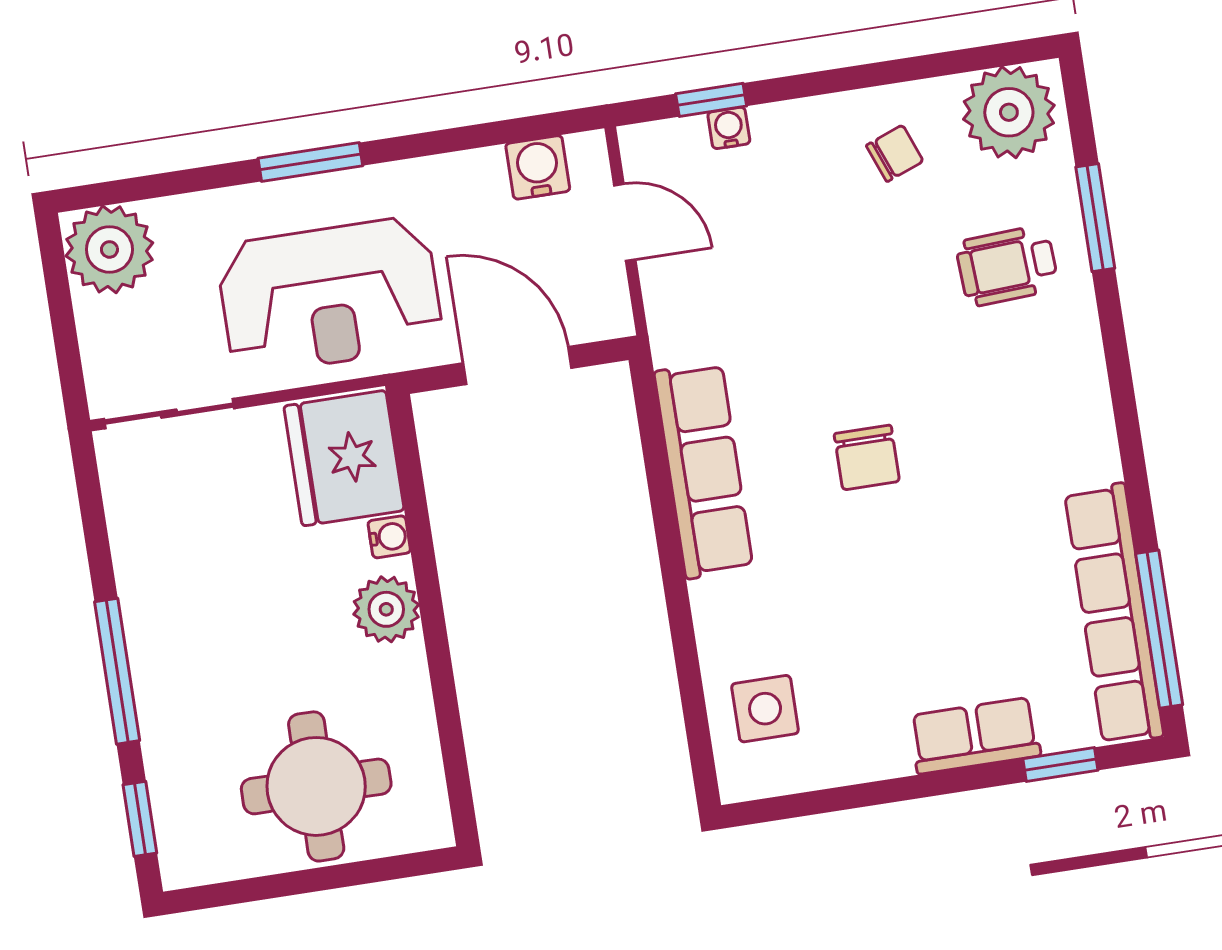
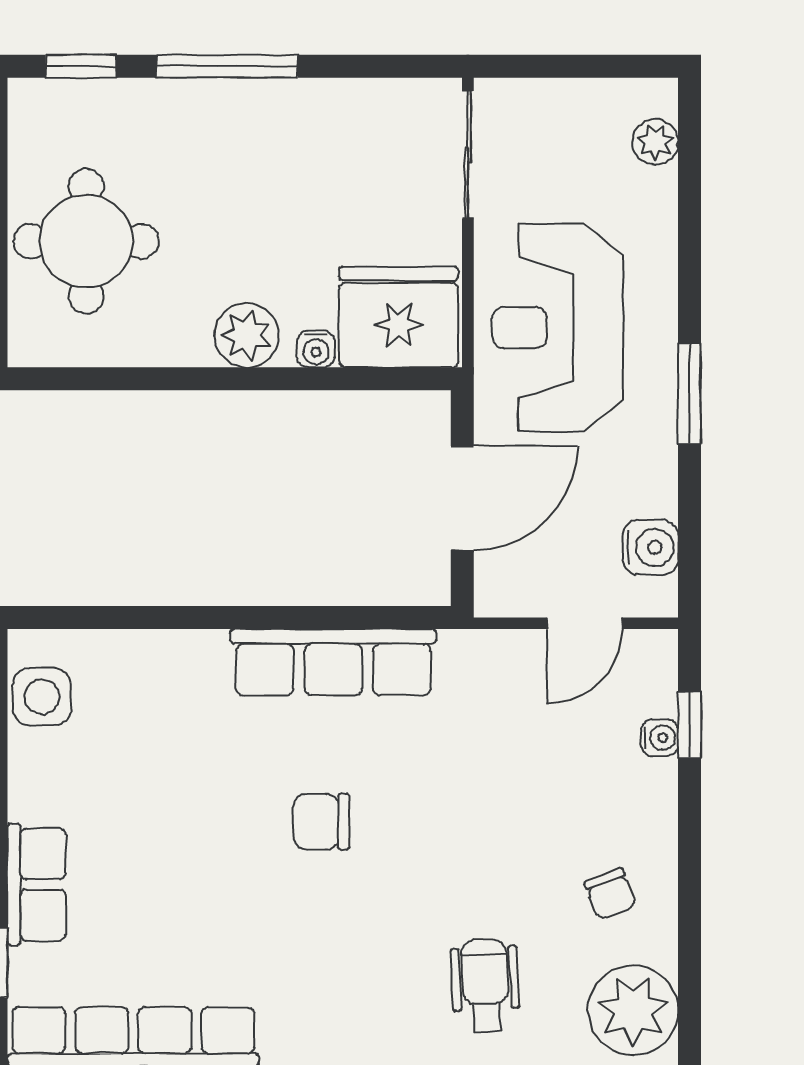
window: (310, 162) -> (690, 393), moved
plant: (109, 249) -> (655, 142), width x0.53, depth x0.53
side table: (765, 709) -> (42, 697), moved

